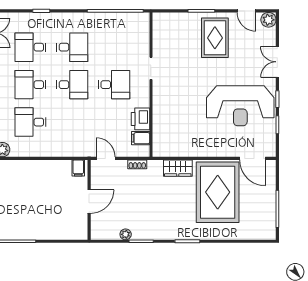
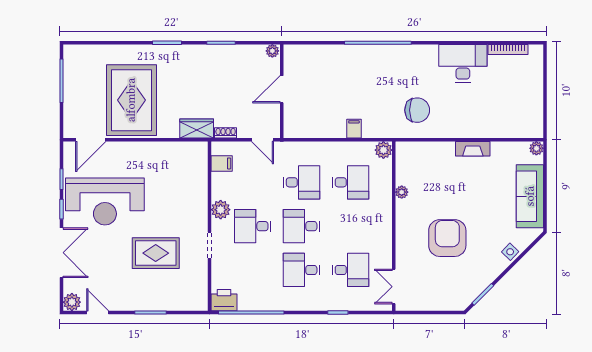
rug: (215, 38) -> (156, 253), moved, turned 90
double door: (277, 62) -> (61, 253), width x1.37
desk: (30, 85) -> (302, 182), moved
plant: (141, 99) -> (221, 210), added
reception desk: (240, 106) -> (105, 201), turned 180
printer: (140, 119) -> (224, 300), moved, turned -90
door: (252, 158) -> (91, 140), swing flipped
filing cabinet: (78, 168) -> (354, 129), moved
wardrobe: (178, 168) -> (197, 128), moved
plant: (126, 234) -> (272, 51), moved

